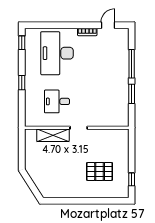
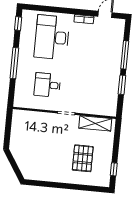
window: (22, 83) -> (14, 63), width x2.17
shelving: (53, 135) -> (95, 123), moved
pallet: (100, 171) -> (83, 158), turned 90

